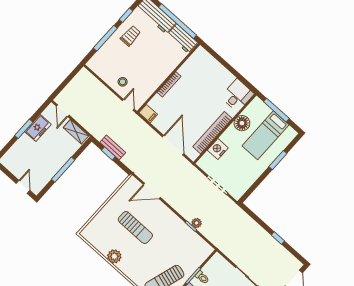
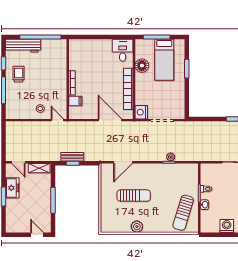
workbench: (182, 38) -> (54, 45), removed
filing cabinet: (148, 114) -> (75, 101), moved
nightstand: (218, 149) -> (141, 112), moved

